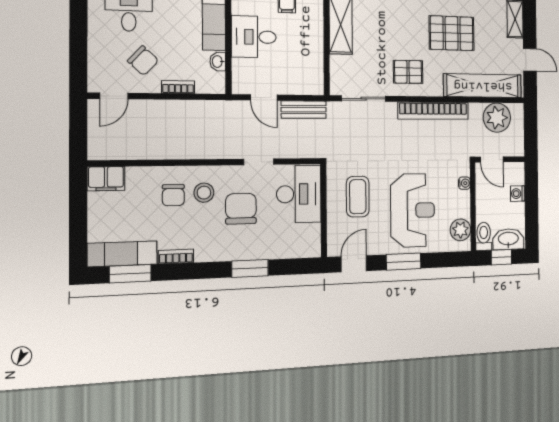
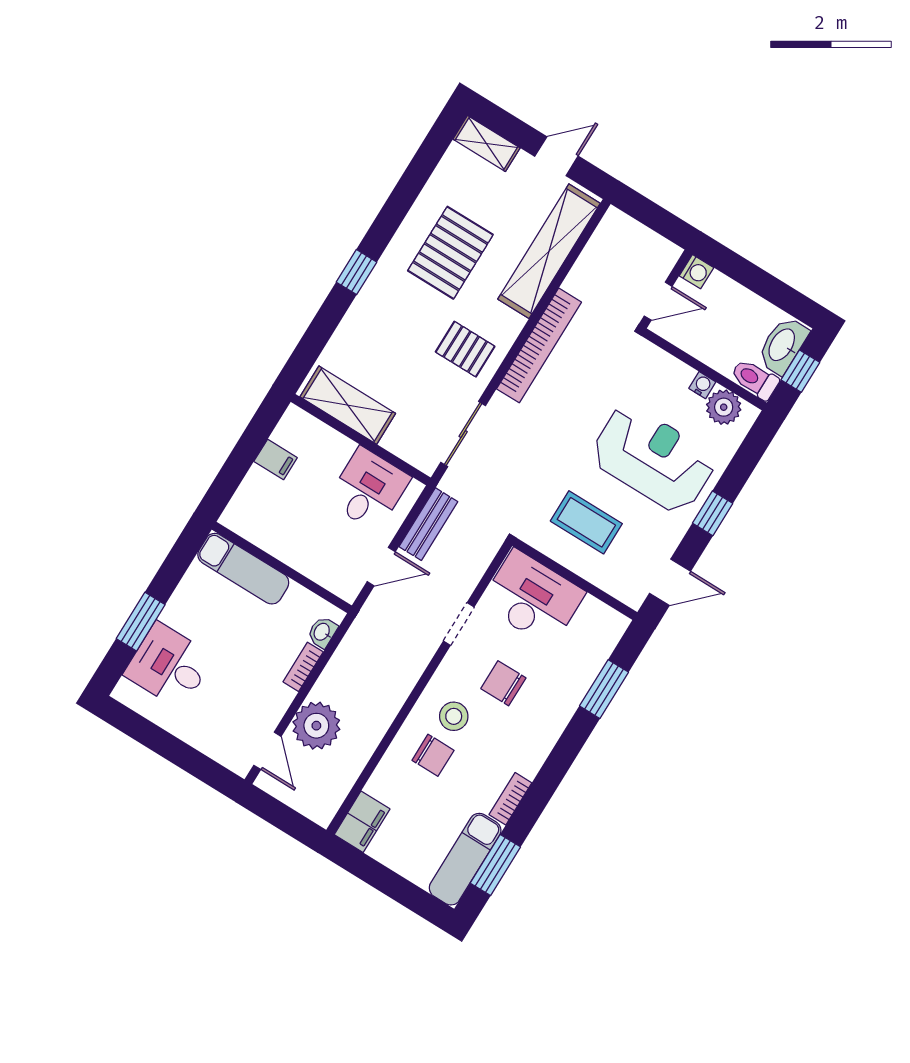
desk: (254, 37) -> (369, 489), moved, turned 180
chair: (143, 61) -> (245, 689), removed
washbasin: (218, 62) -> (322, 632), moved, turned 90
pallet: (408, 72) -> (465, 349), turned 90
plant: (497, 118) -> (316, 726), moved
water cooler: (464, 183) -> (702, 385), moved
washing machine: (518, 194) -> (696, 272), moved, turned -90
chair: (241, 209) -> (503, 683), width x0.73, depth x0.73
window: (404, 262) -> (713, 513), width x0.67
door: (354, 264) -> (670, 582), swing flipped
window: (250, 268) -> (604, 689), moved

